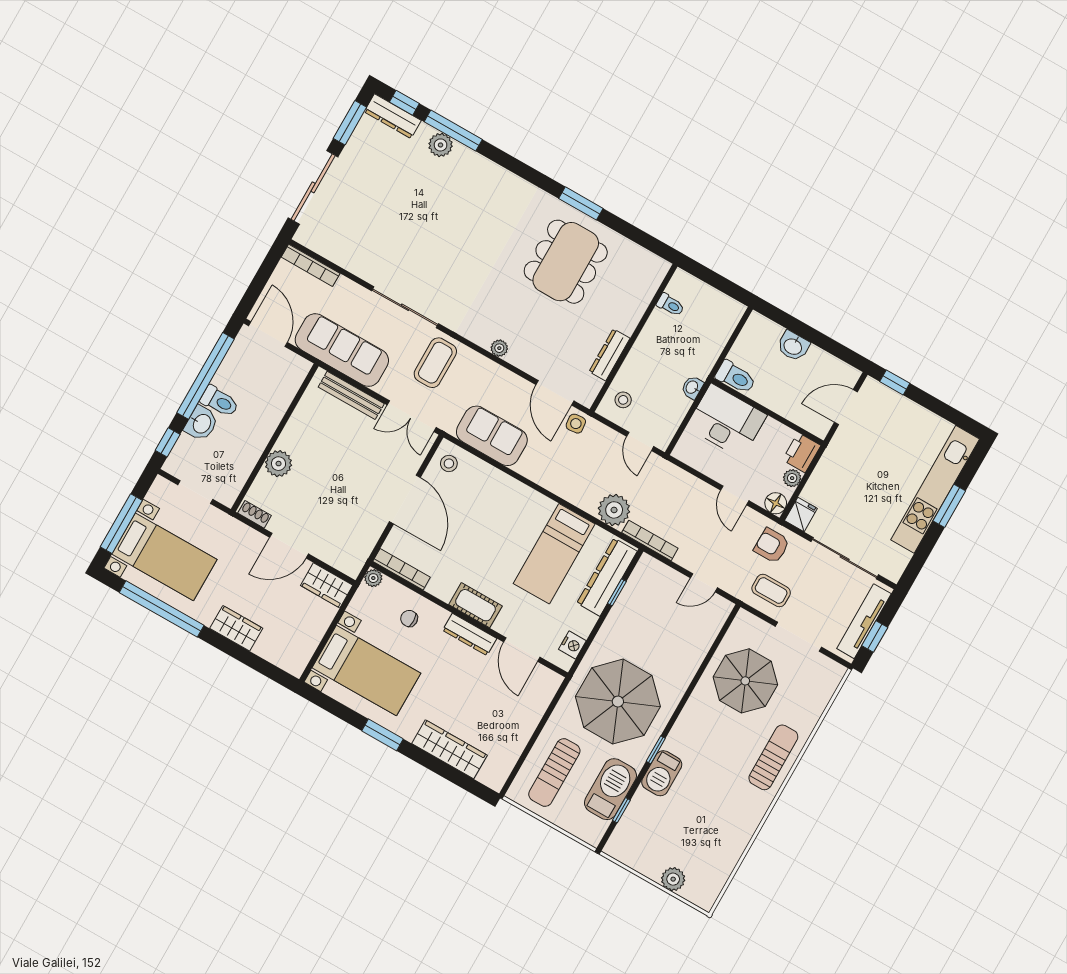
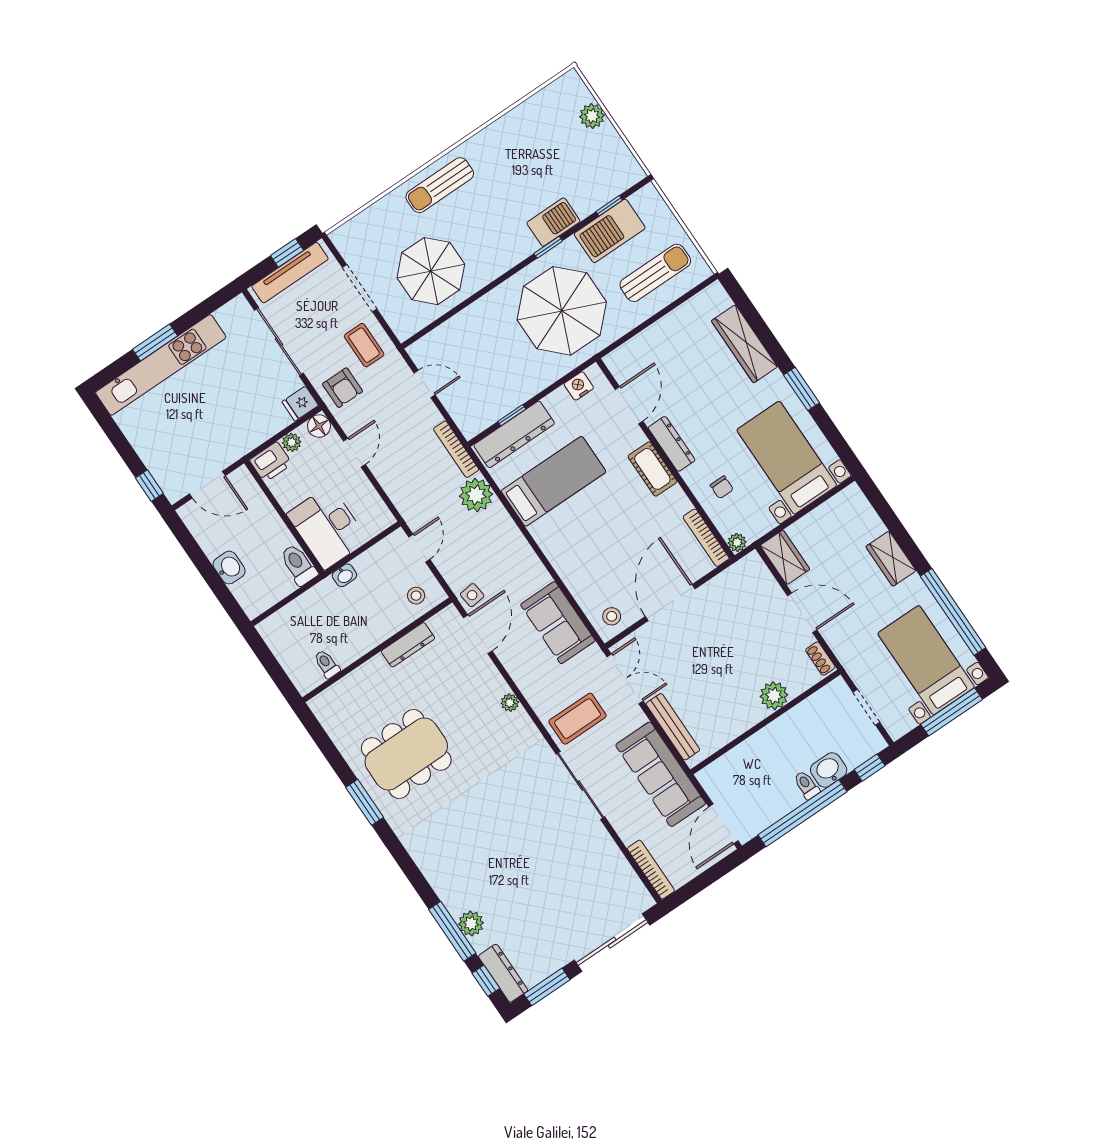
toilet: (220, 401) -> (807, 785), width x0.73, depth x0.72

